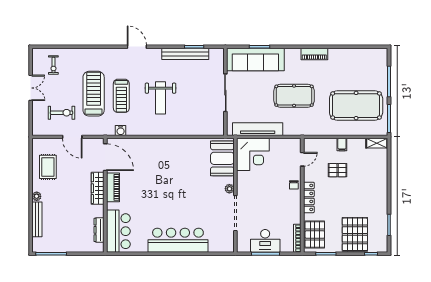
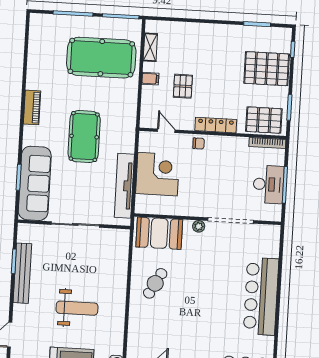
pool table: (356, 106) -> (101, 58), turned 90
shelving: (377, 143) -> (150, 47), moved
corner desk: (253, 154) -> (158, 174), moved
cafe table: (183, 157) -> (155, 283), added

